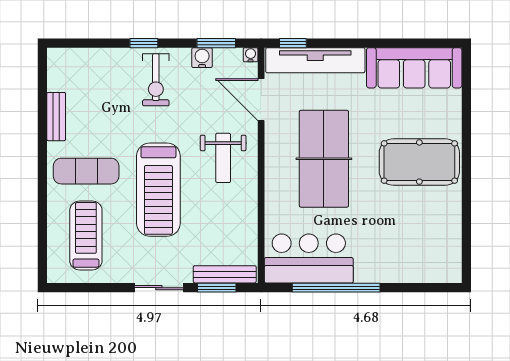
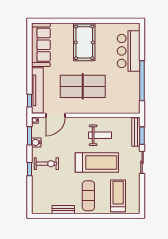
weight bench: (223, 158) -> (100, 135), moved
treadmill: (86, 235) -> (118, 196), turned 90
bar counter: (309, 258) -> (129, 51), moved

